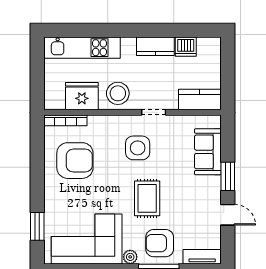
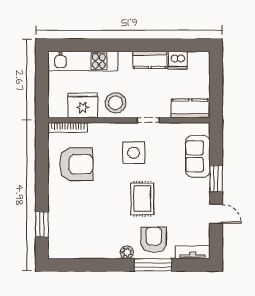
corner sofa: (87, 239) -> (87, 236), removed
armchair: (160, 243) -> (154, 240), turned 90

